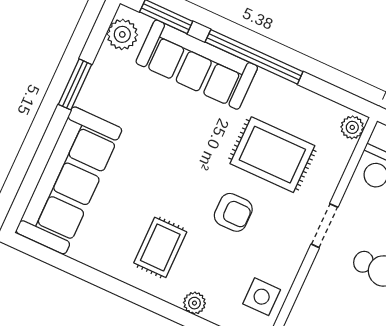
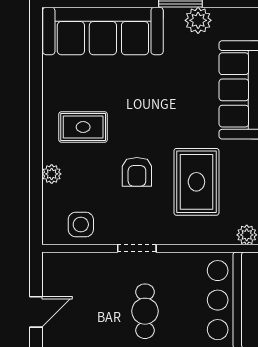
plant: (122, 34) -> (198, 20), moved
doorway: (324, 226) -> (137, 248), moved

